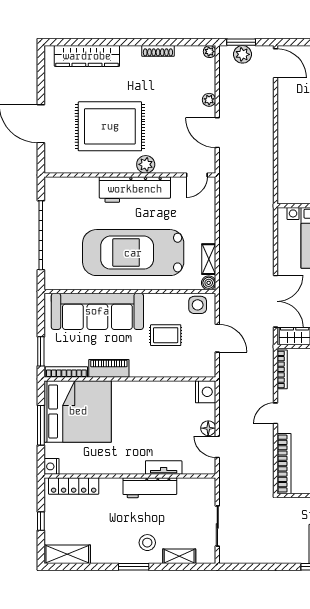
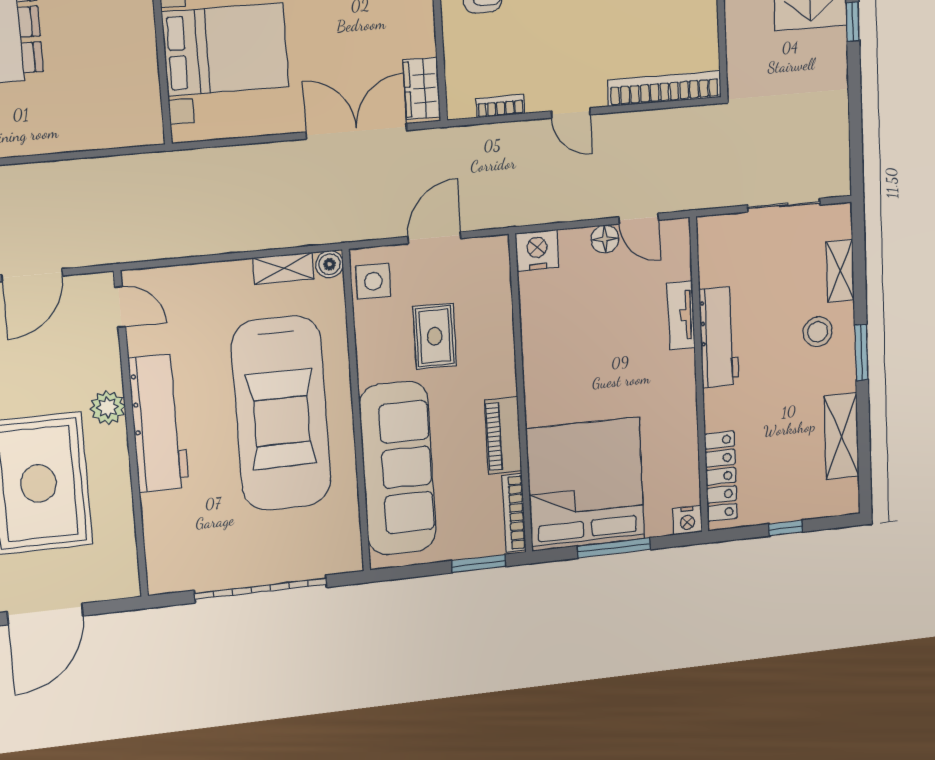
bookcase: (282, 369) -> (500, 106), width x0.64
door: (217, 447) -> (639, 219), hinge flipped
shelving: (67, 554) -> (842, 436), moved

